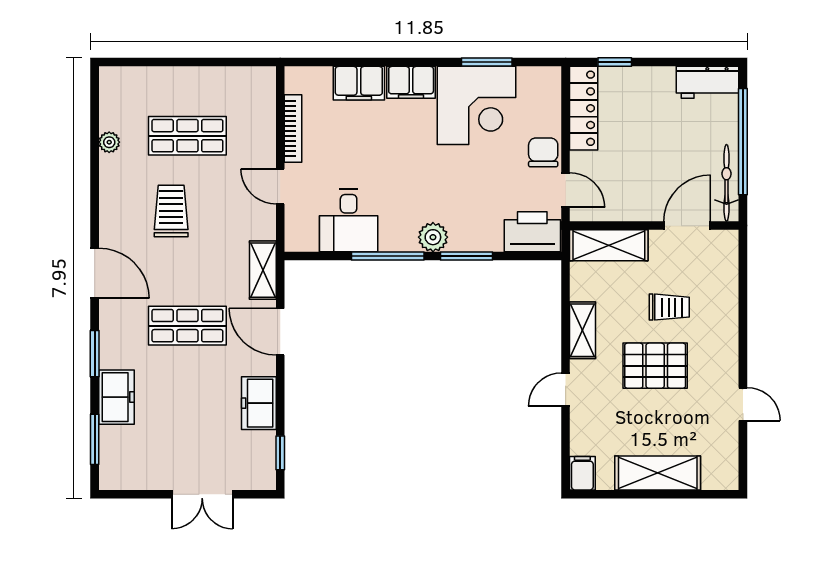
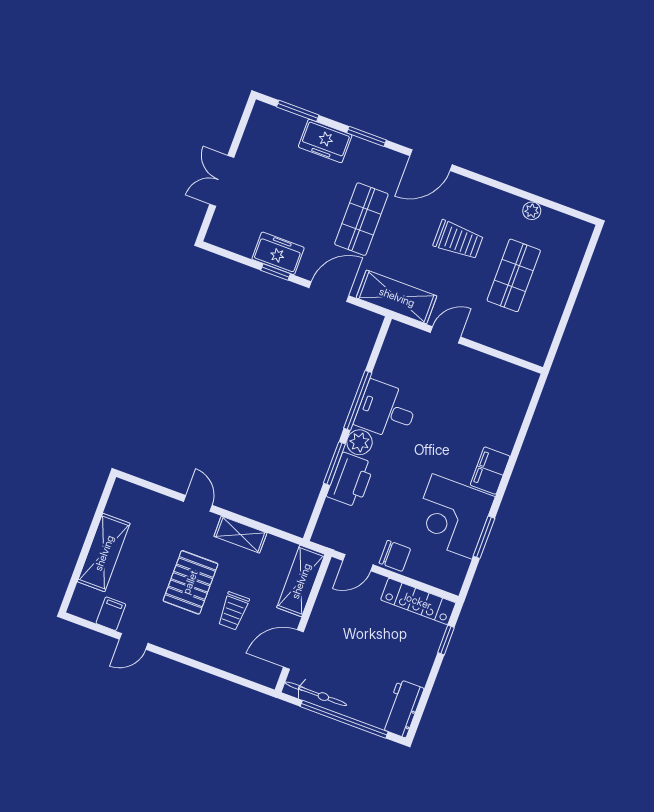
filing cabinet: (359, 83) -> (505, 428), removed
bookcase: (293, 128) -> (488, 362), removed
desk: (349, 221) -> (386, 410), moved
door: (687, 226) -> (293, 650), swing flipped
printer: (532, 232) -> (351, 480), moved
shelving: (263, 270) -> (397, 297), width x1.50, depth x1.33
window: (280, 453) -> (276, 272), moved
filing cabinet: (582, 473) -> (111, 614), moved, turned -90

